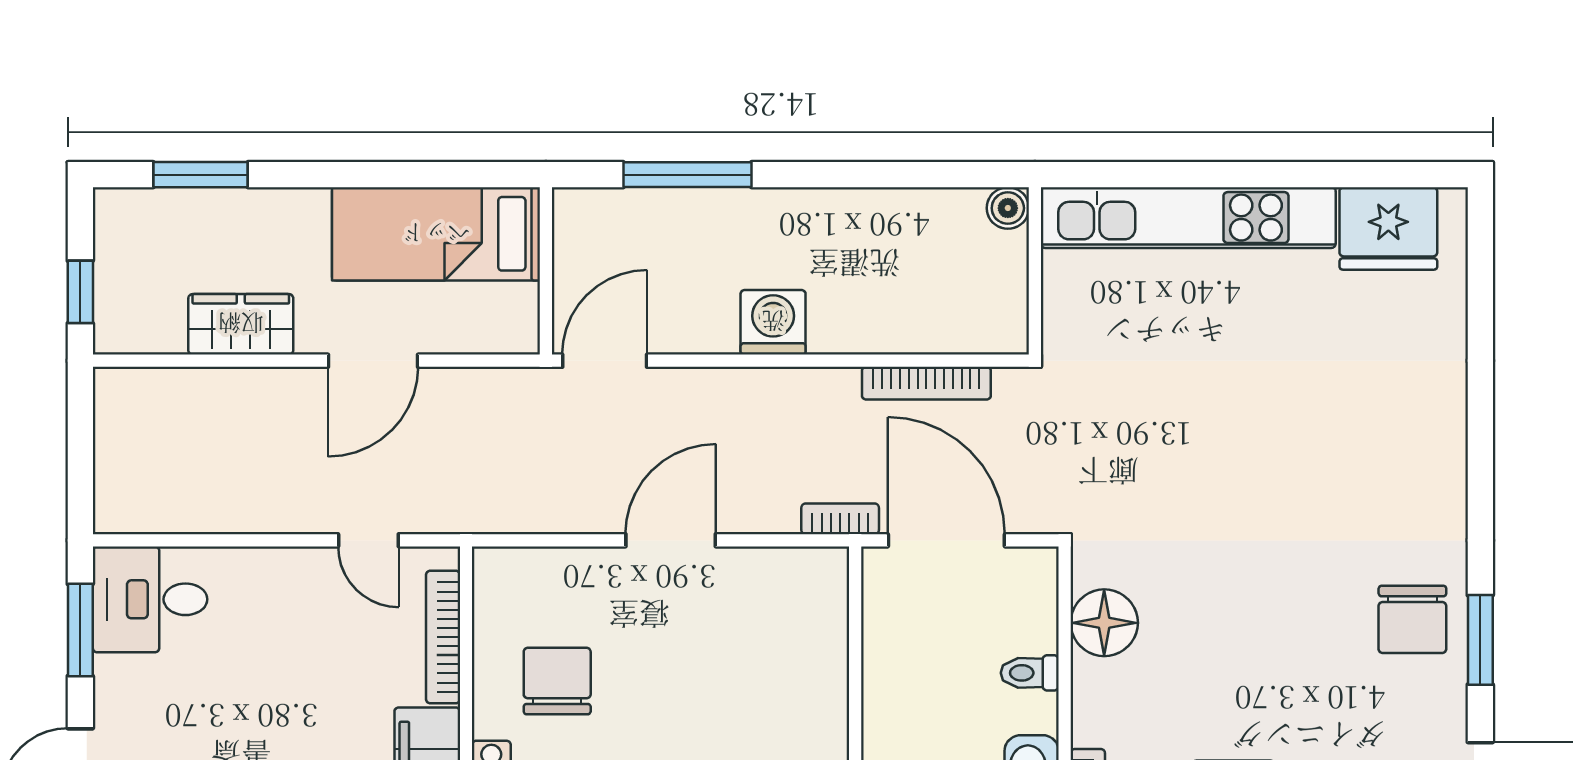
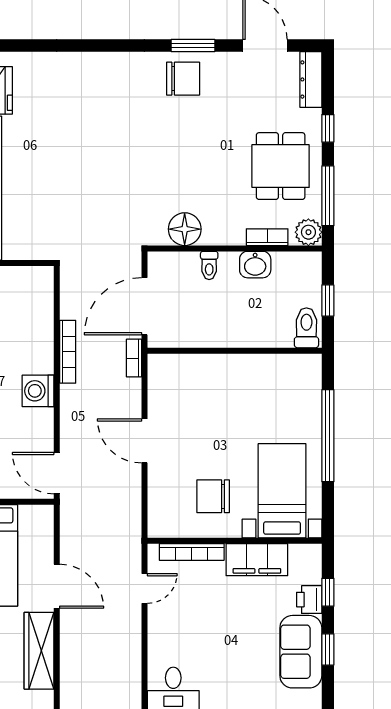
wardrobe: (241, 324) -> (39, 651), width x1.50
bookcase: (926, 383) -> (68, 352), moved

